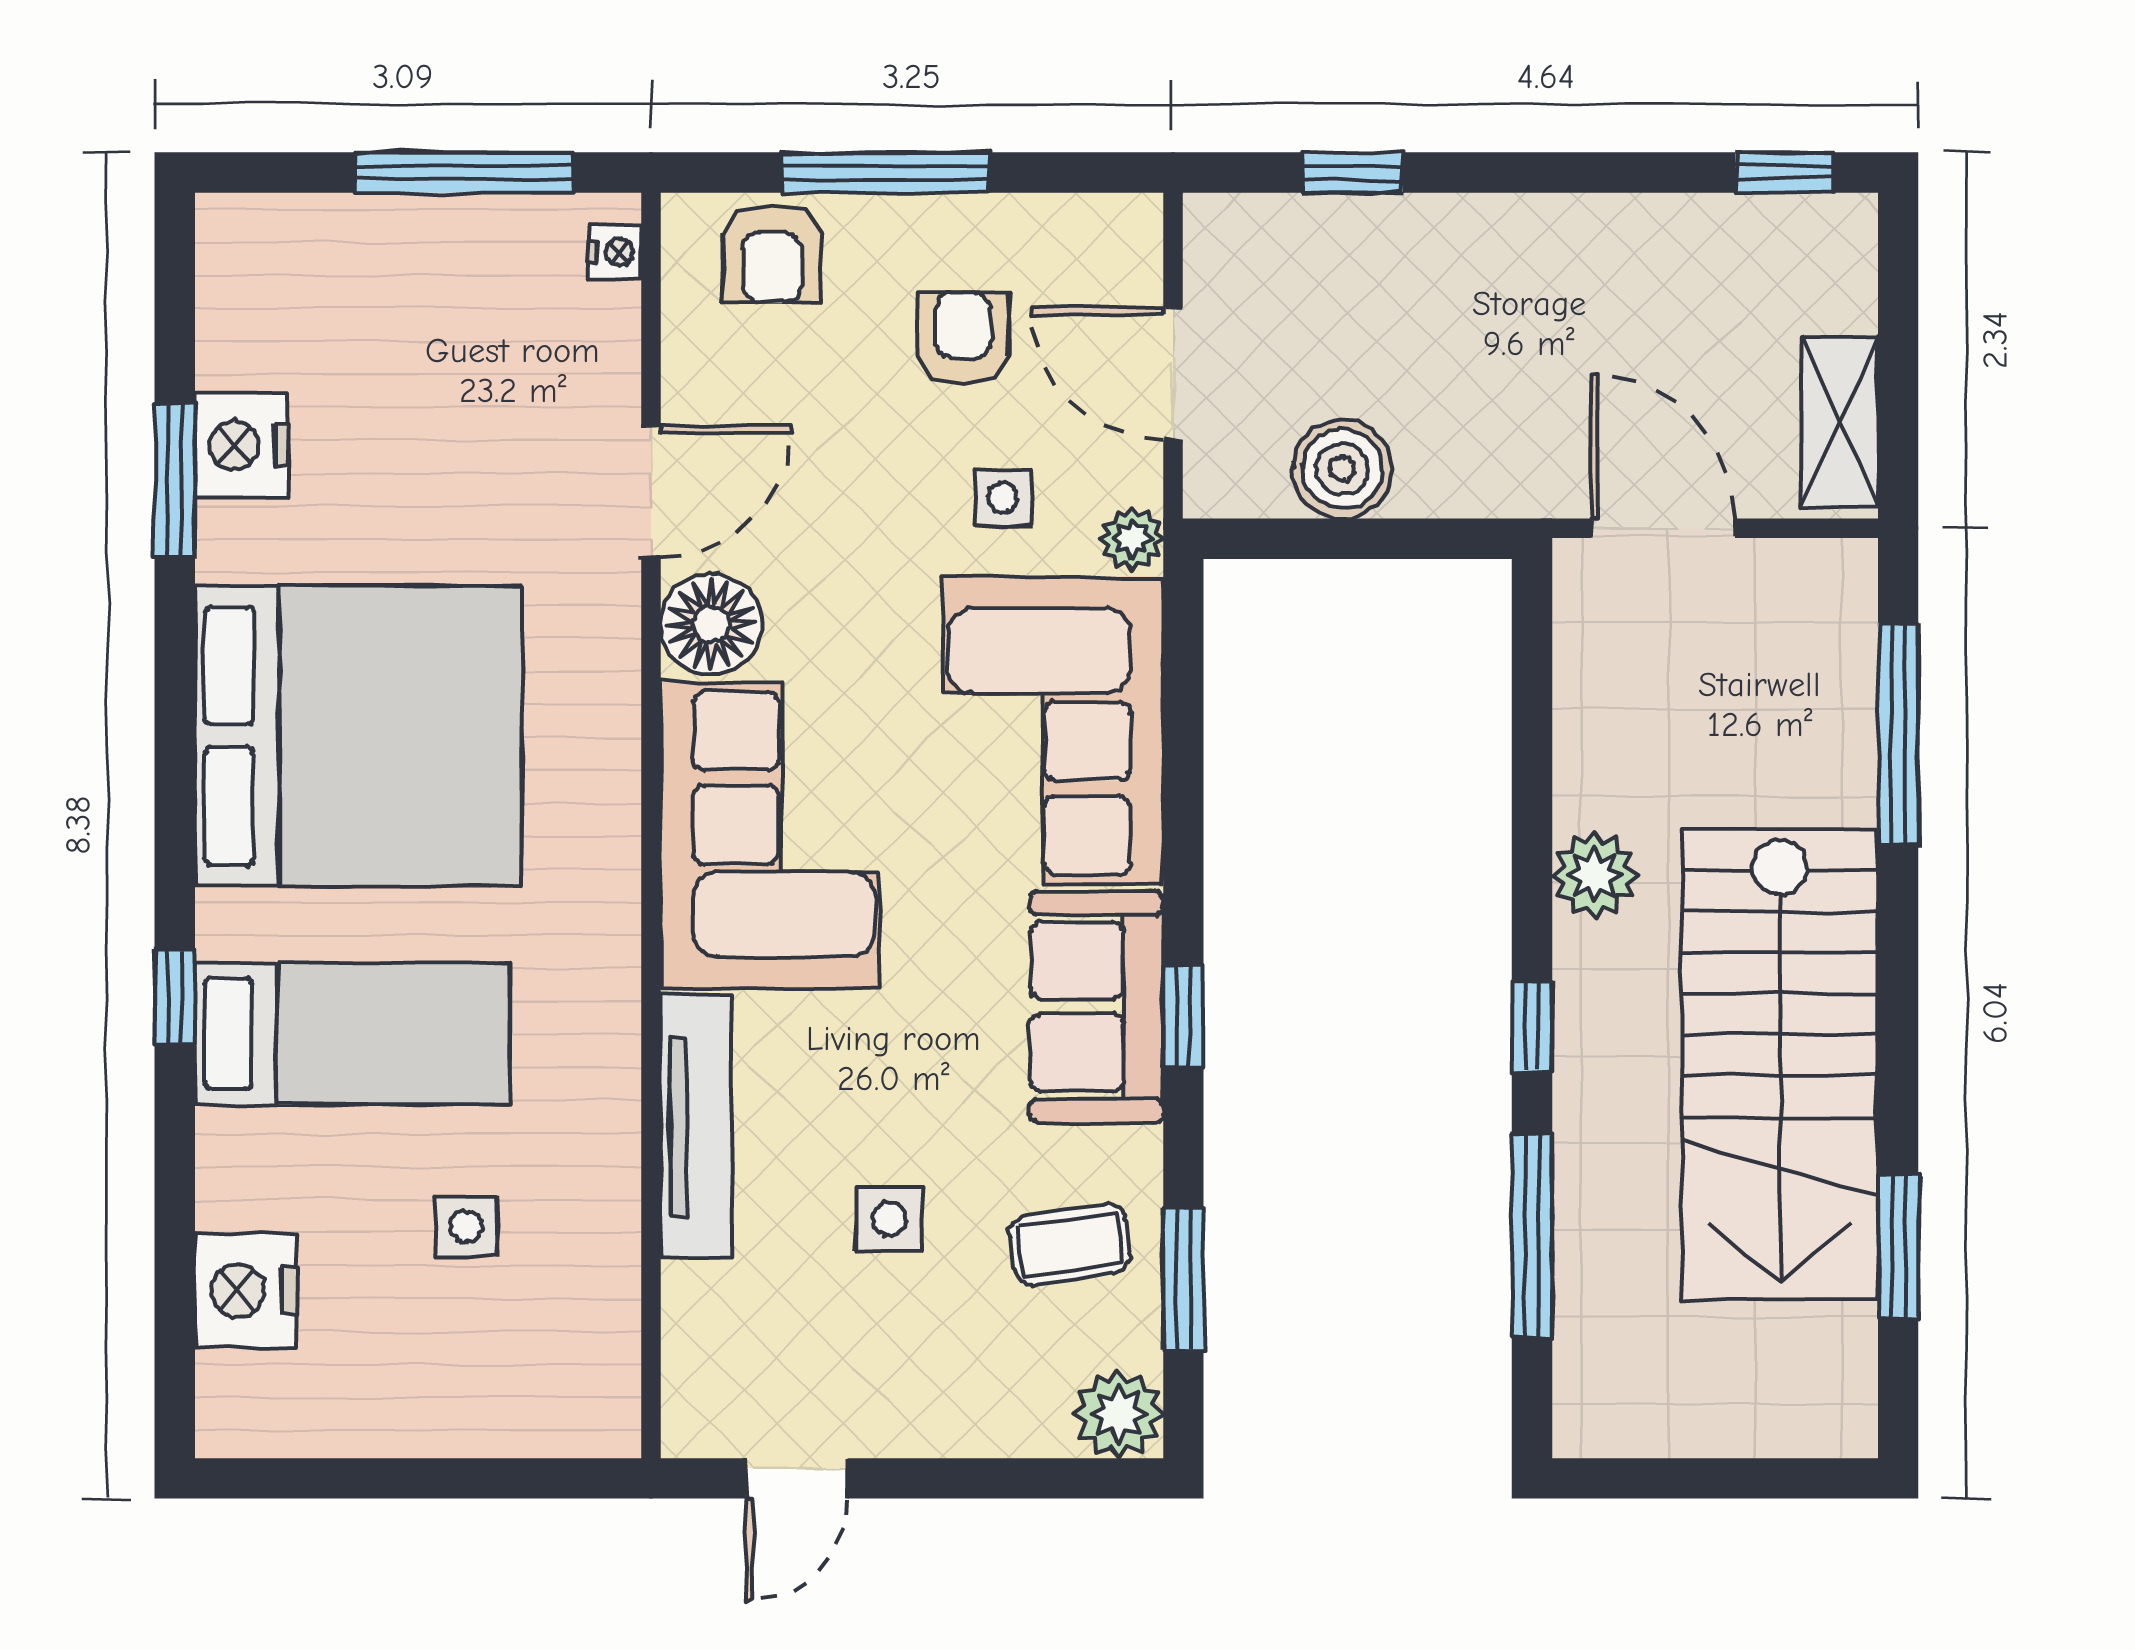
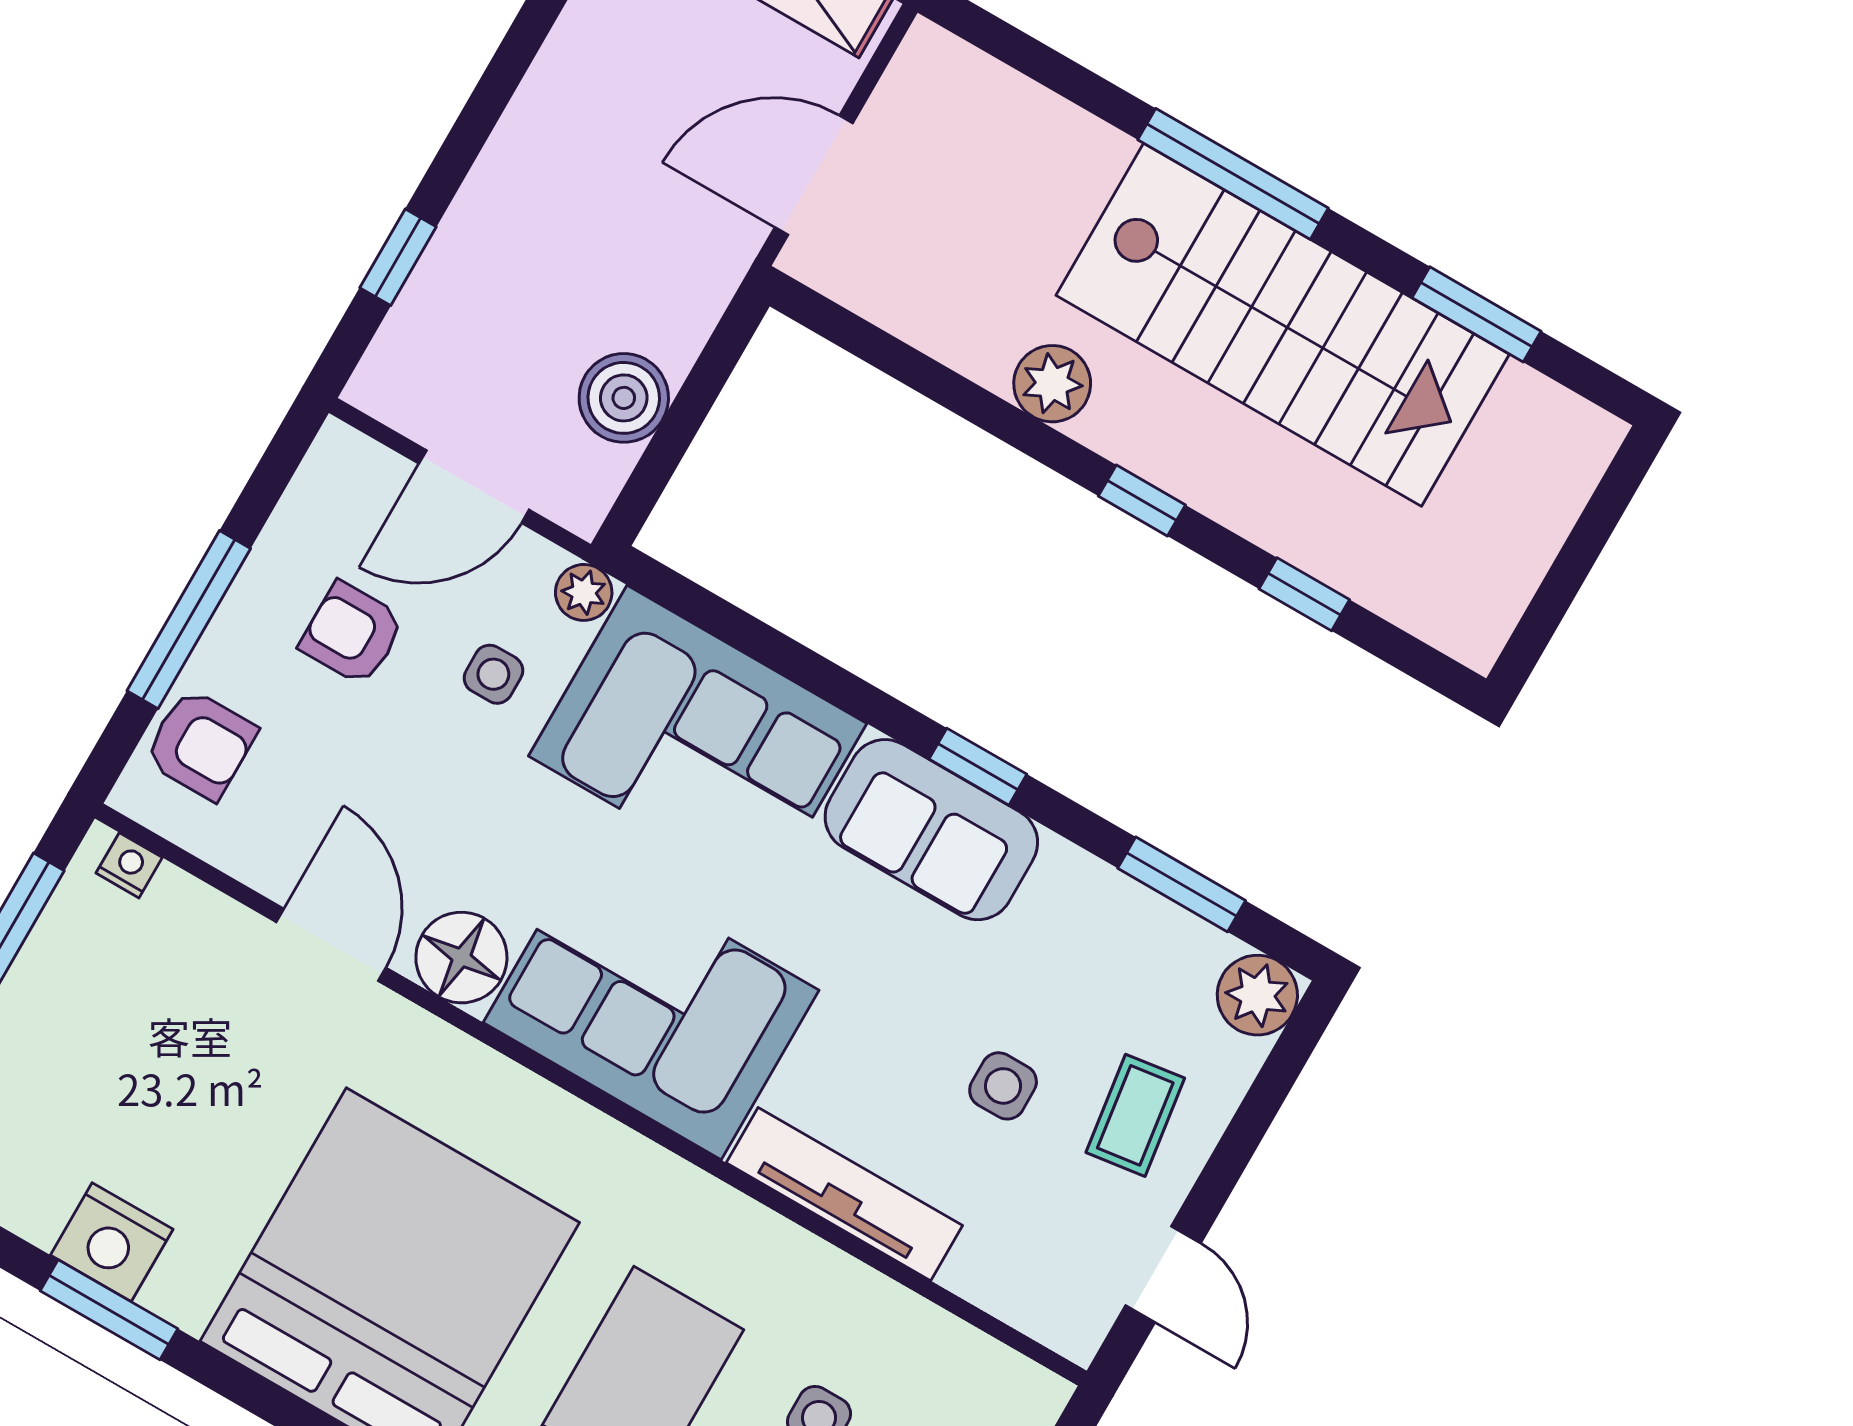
window: (1898, 734) -> (1233, 174), moved
window: (1532, 1235) -> (1304, 594), width x0.46
coffee table: (1070, 1244) -> (1135, 1115), moved

